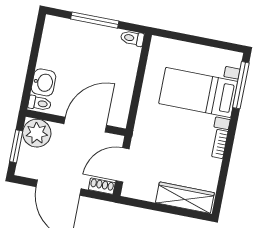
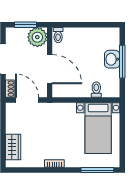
toilet: (132, 38) -> (96, 90), moved
washbasin: (44, 82) -> (112, 59), moved, turned 90
bed with nightstands: (198, 92) -> (98, 128), moved, turned 180
wardrobe: (185, 198) -> (13, 147), width x0.67

